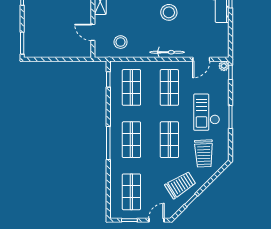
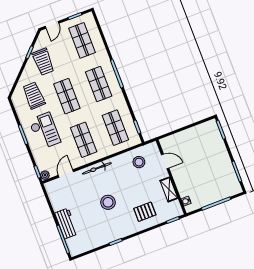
trolley: (180, 185) -> (43, 62), turned -58

